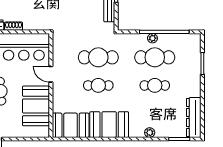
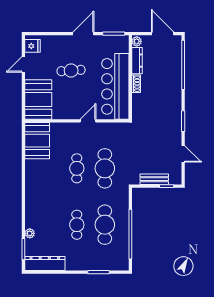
plant: (152, 38) -> (124, 222), removed
booth: (36, 106) -> (38, 100), moved, turned 90
booth: (109, 125) -> (38, 179), removed
plant: (150, 133) -> (30, 233), moved

